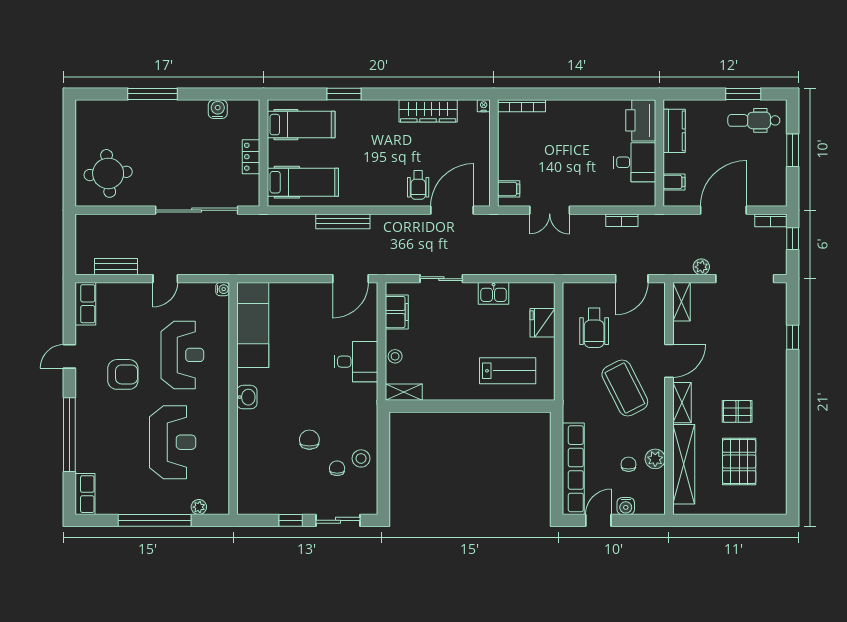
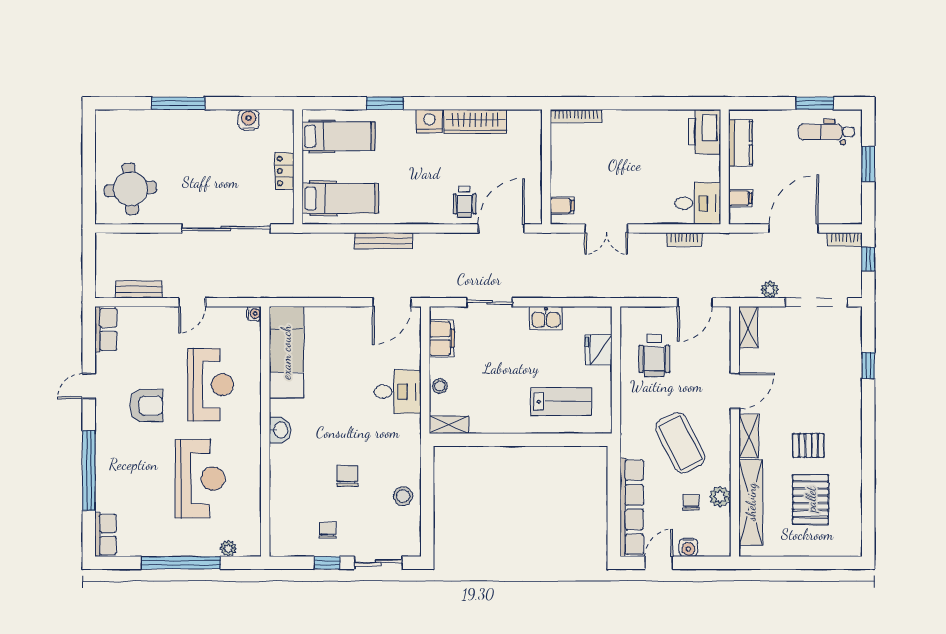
nightstand: (484, 106) -> (429, 121), moved, width x1.89, depth x1.79
desk: (635, 162) -> (698, 203), moved
coffee table: (625, 388) -> (680, 443), moved
chair: (337, 468) -> (328, 530), moved

